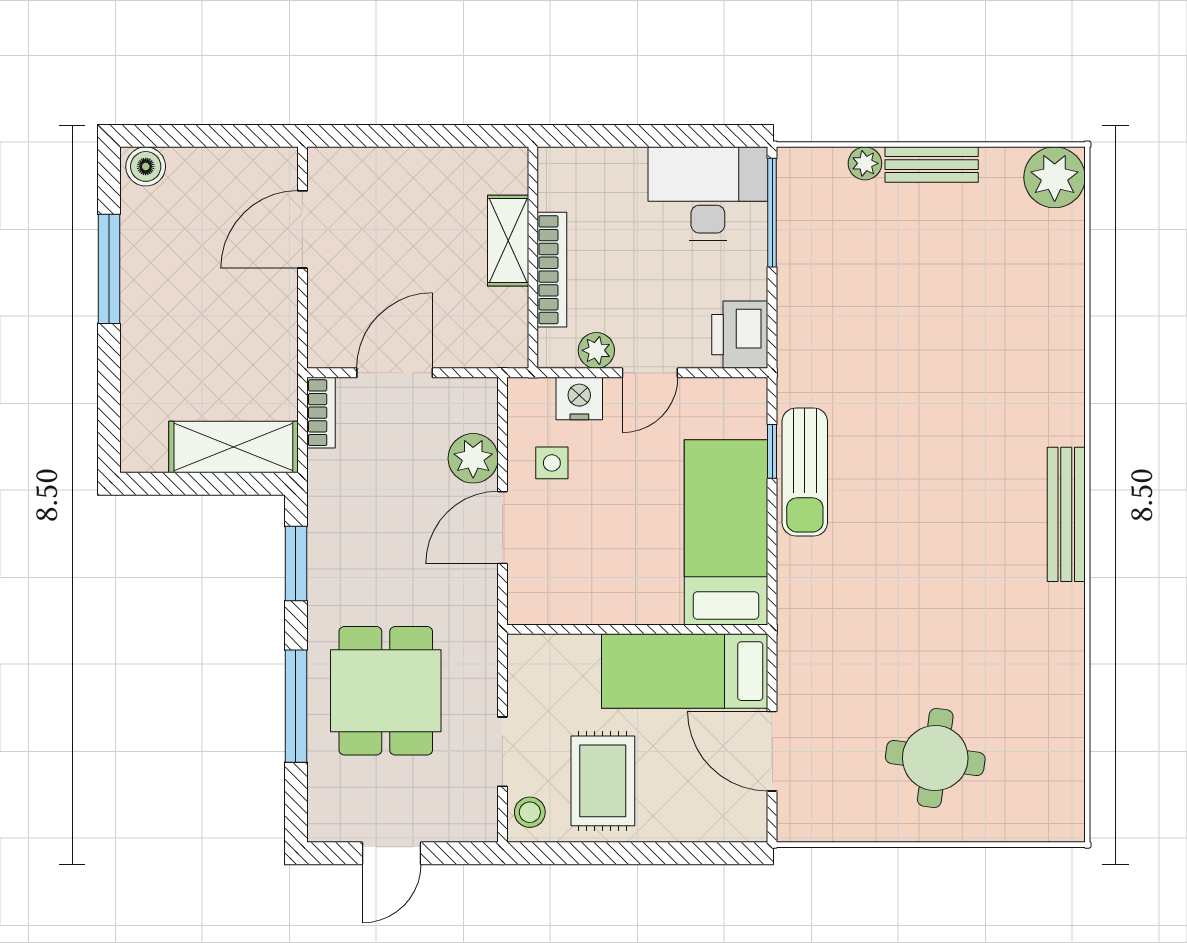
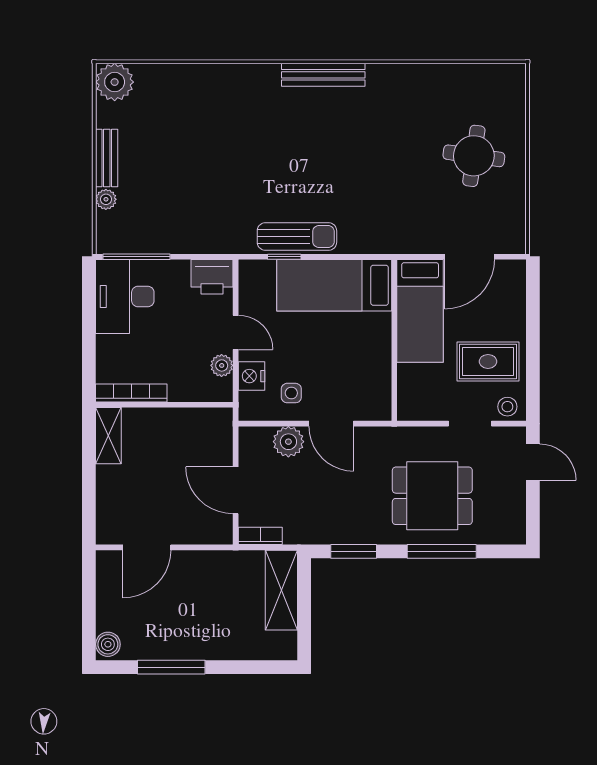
door: (302, 229) -> (147, 547), hinge flipped
shelving: (508, 241) -> (108, 436), moved, turned 90
bookcase: (552, 270) -> (131, 393), moved
door: (391, 853) -> (533, 462), moved

